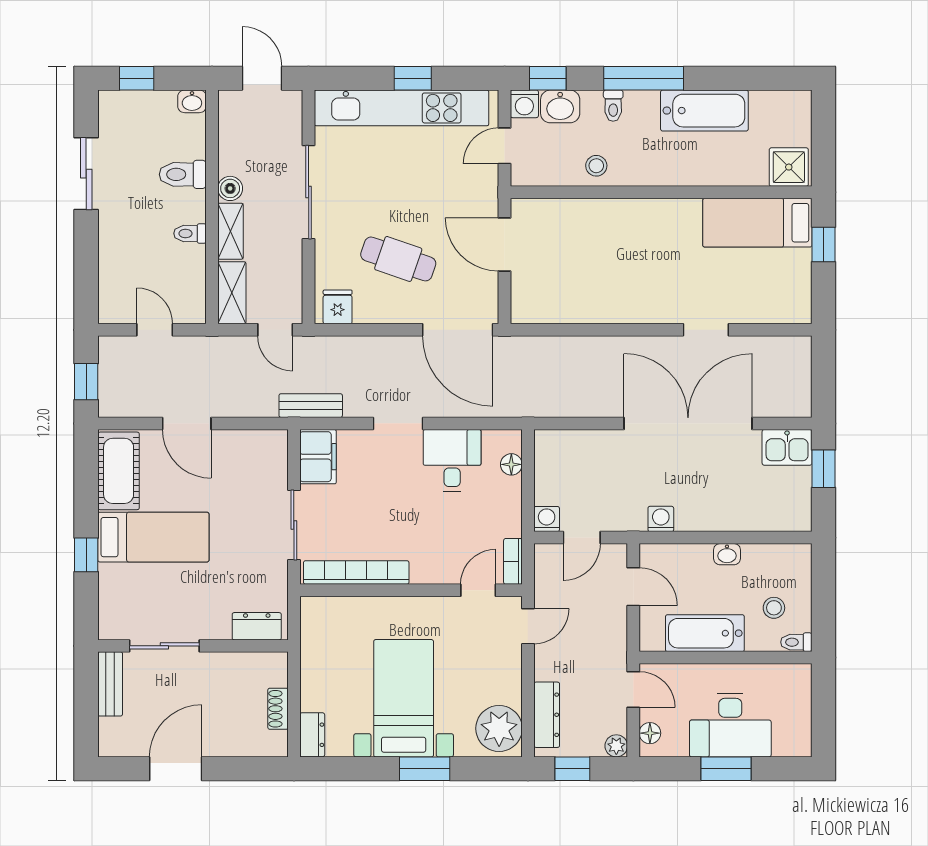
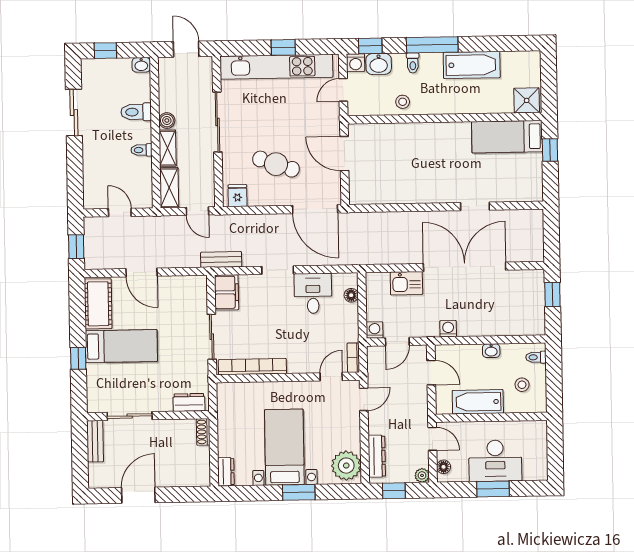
kitchen sink: (787, 447) -> (406, 283), moved
toilet: (796, 642) -> (536, 357), moved
shoe rack: (278, 709) -> (203, 432), moved

